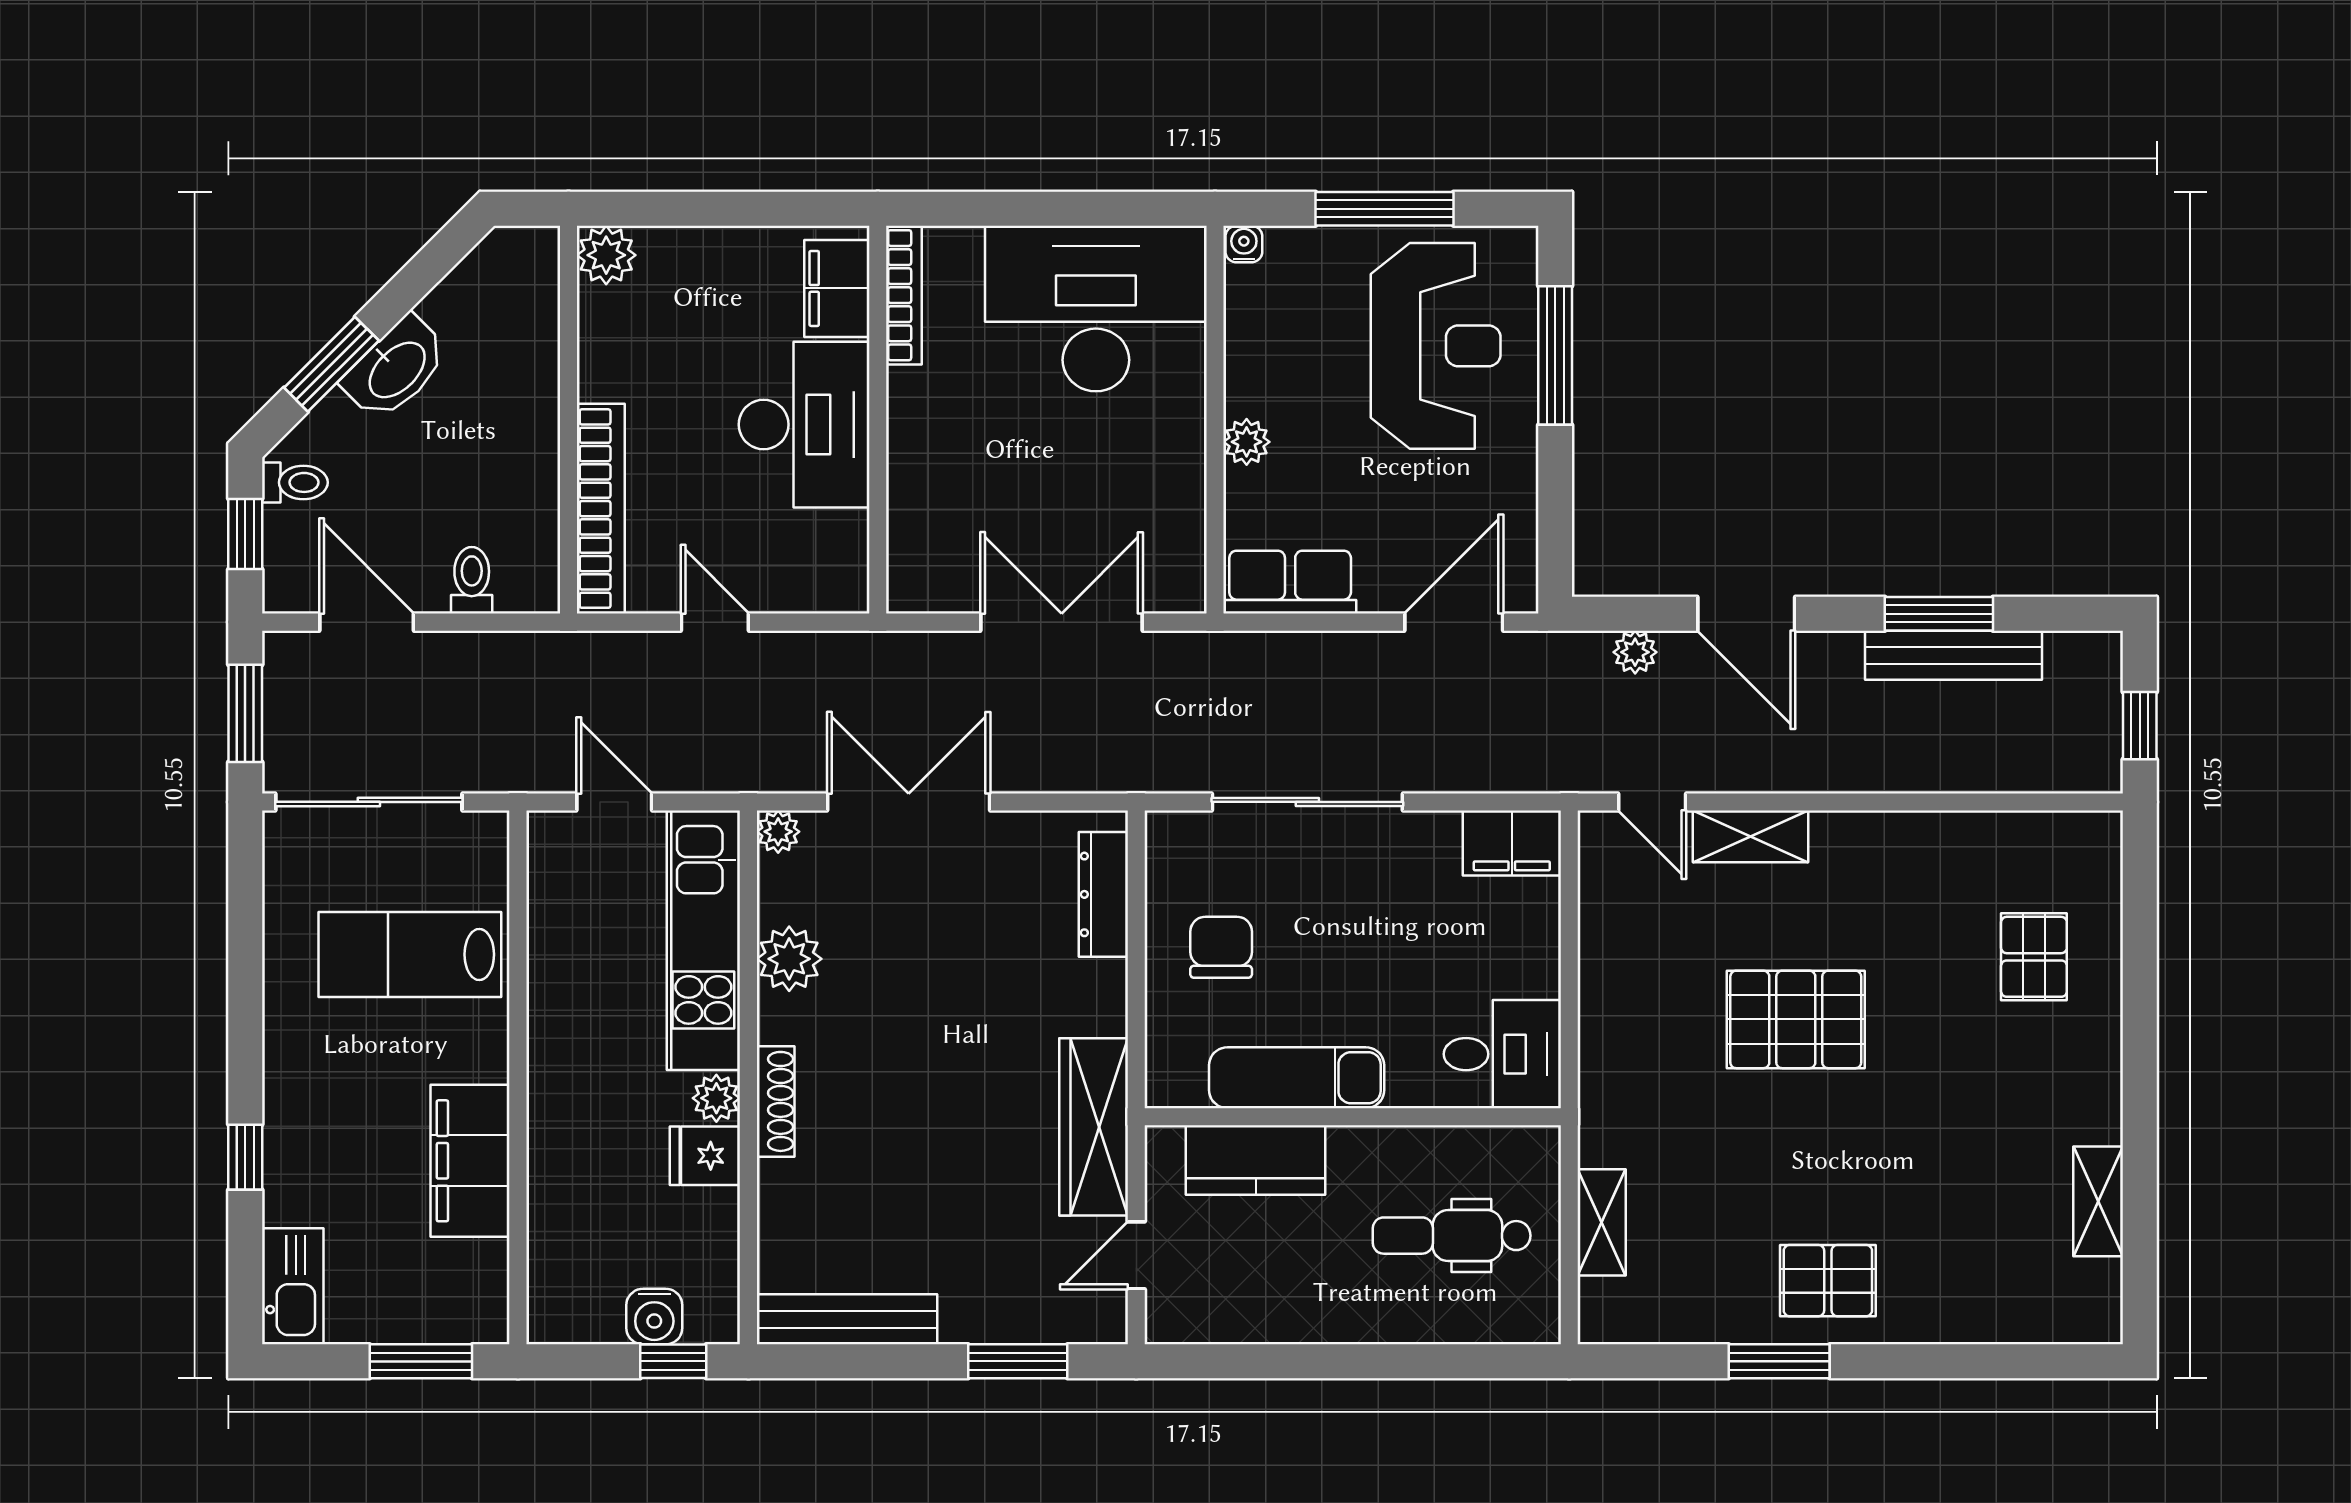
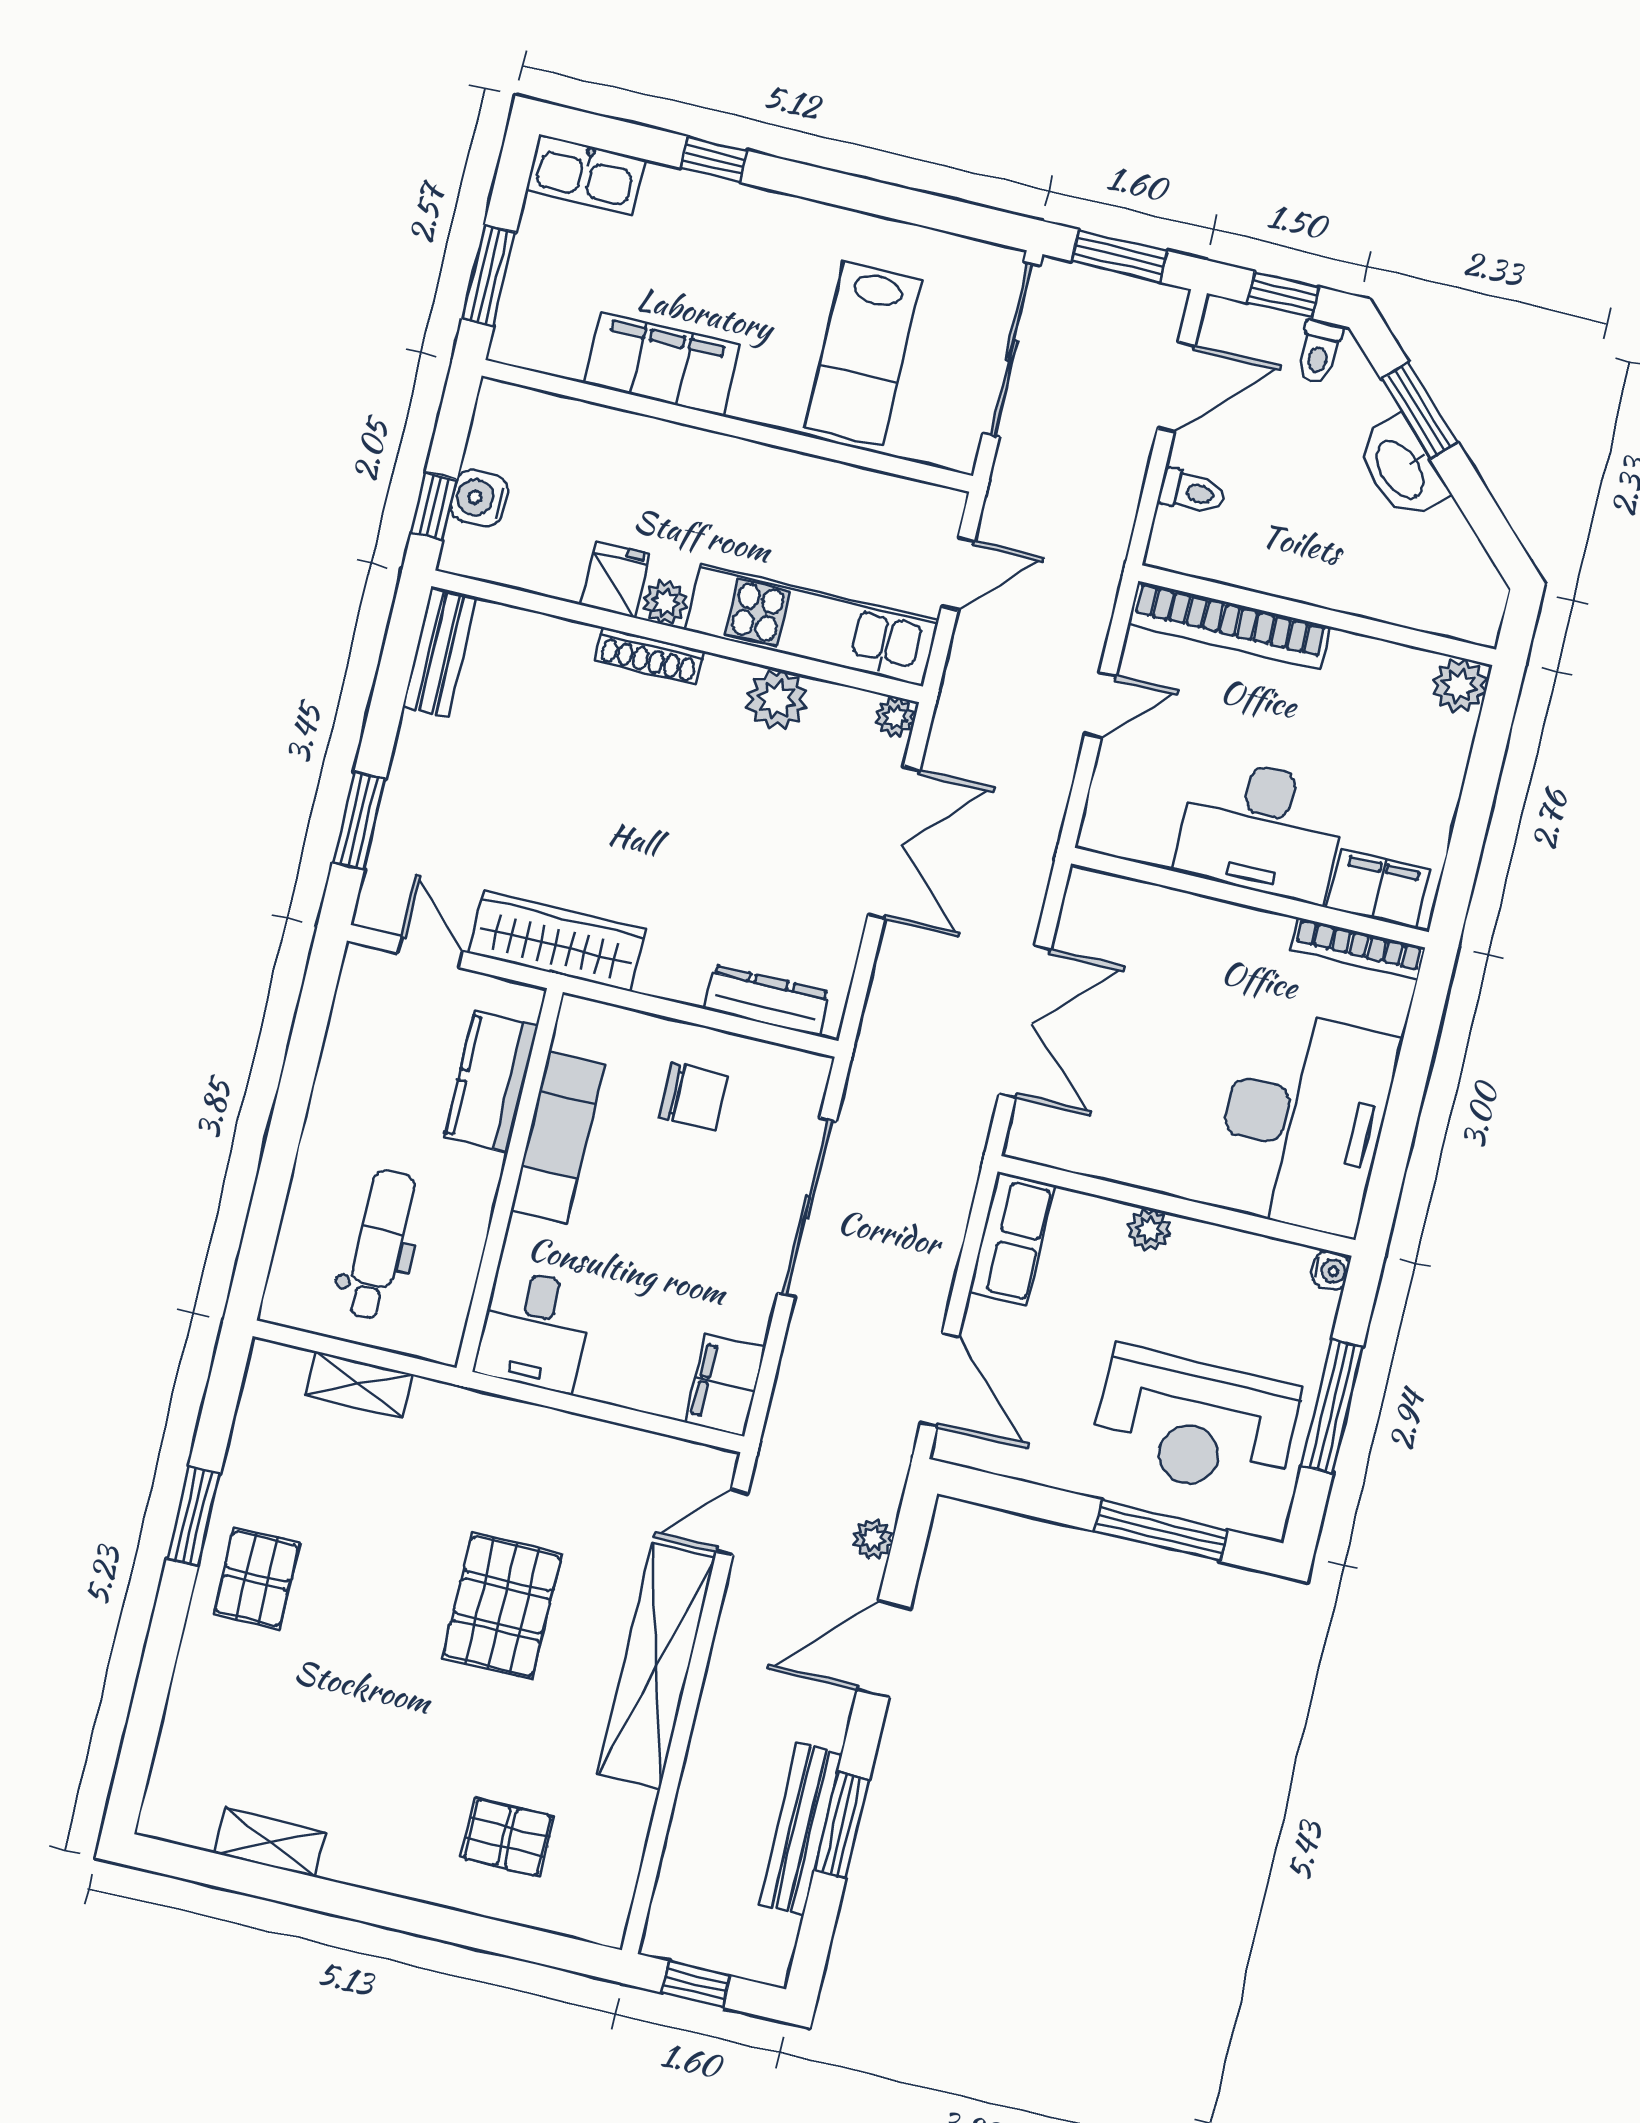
shelving: (1751, 836) -> (656, 1666), width x2.20, depth x1.33
lab bench: (410, 954) -> (863, 354), turned 180
bench: (847, 1319) -> (440, 652), width x0.73

